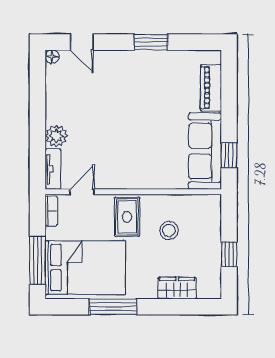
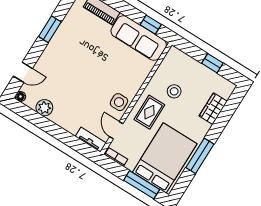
plant: (56, 136) -> (44, 108), moved
side table: (117, 175) -> (119, 102), added
rug: (127, 217) -> (149, 112), turned 90

